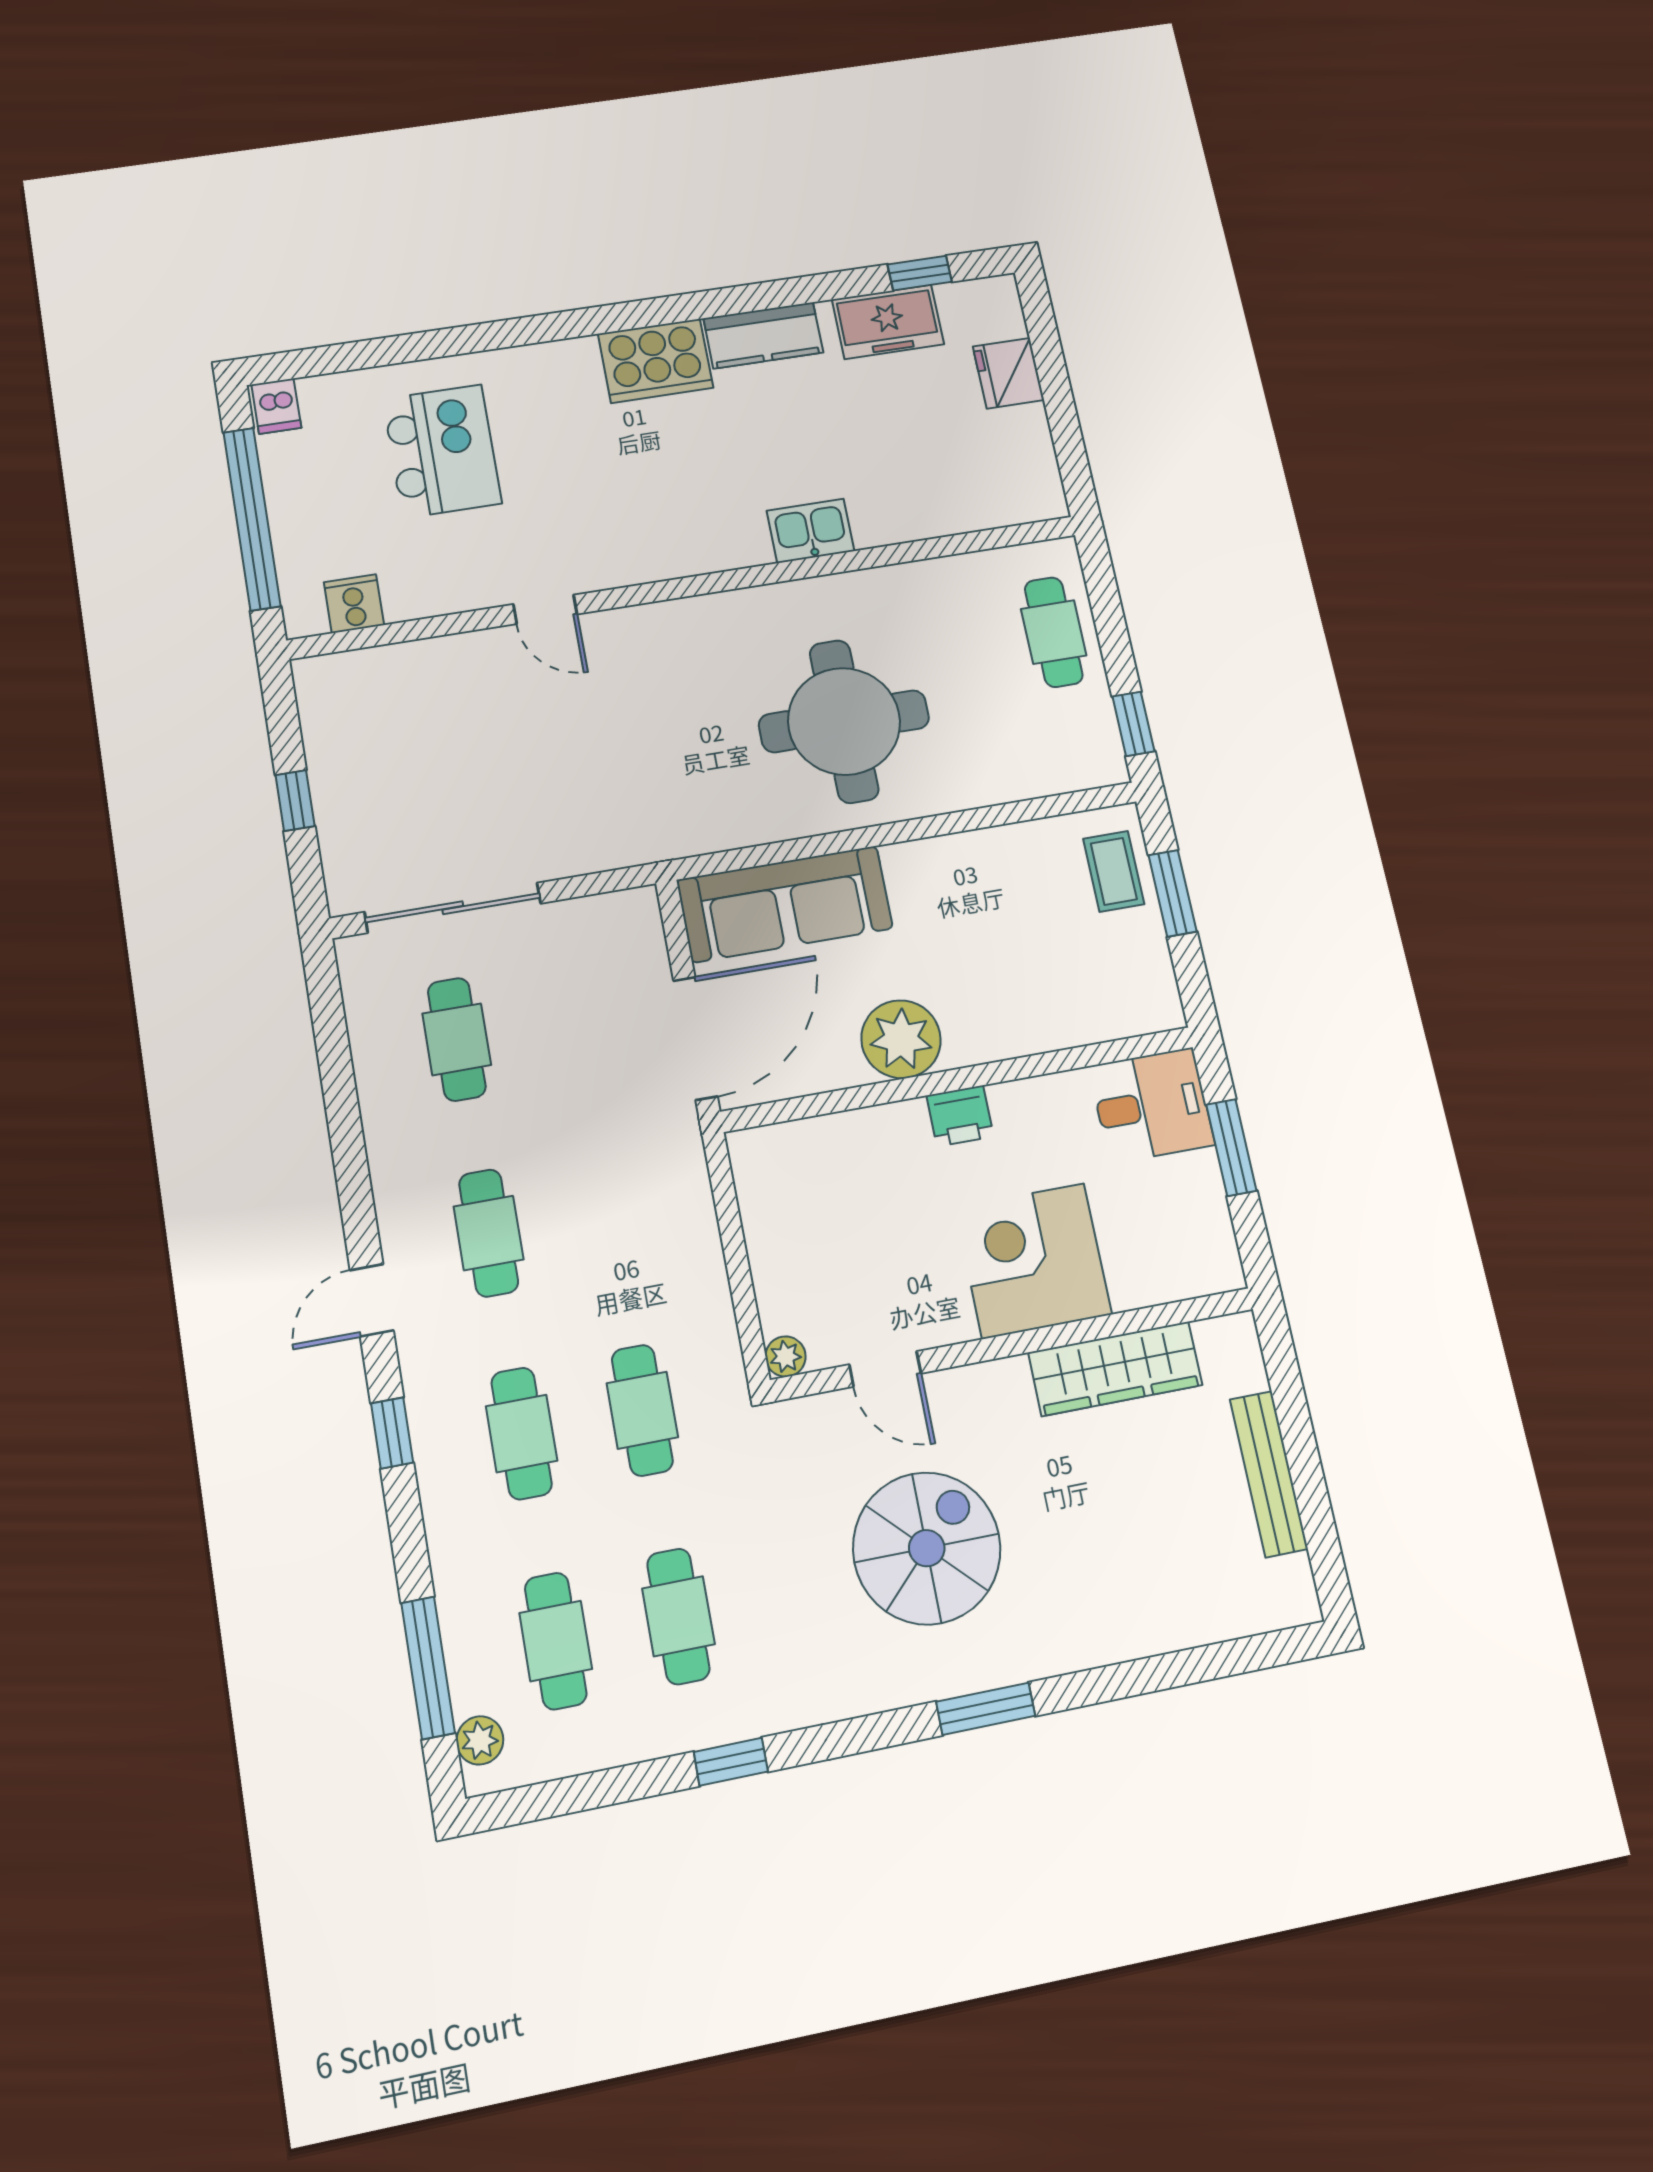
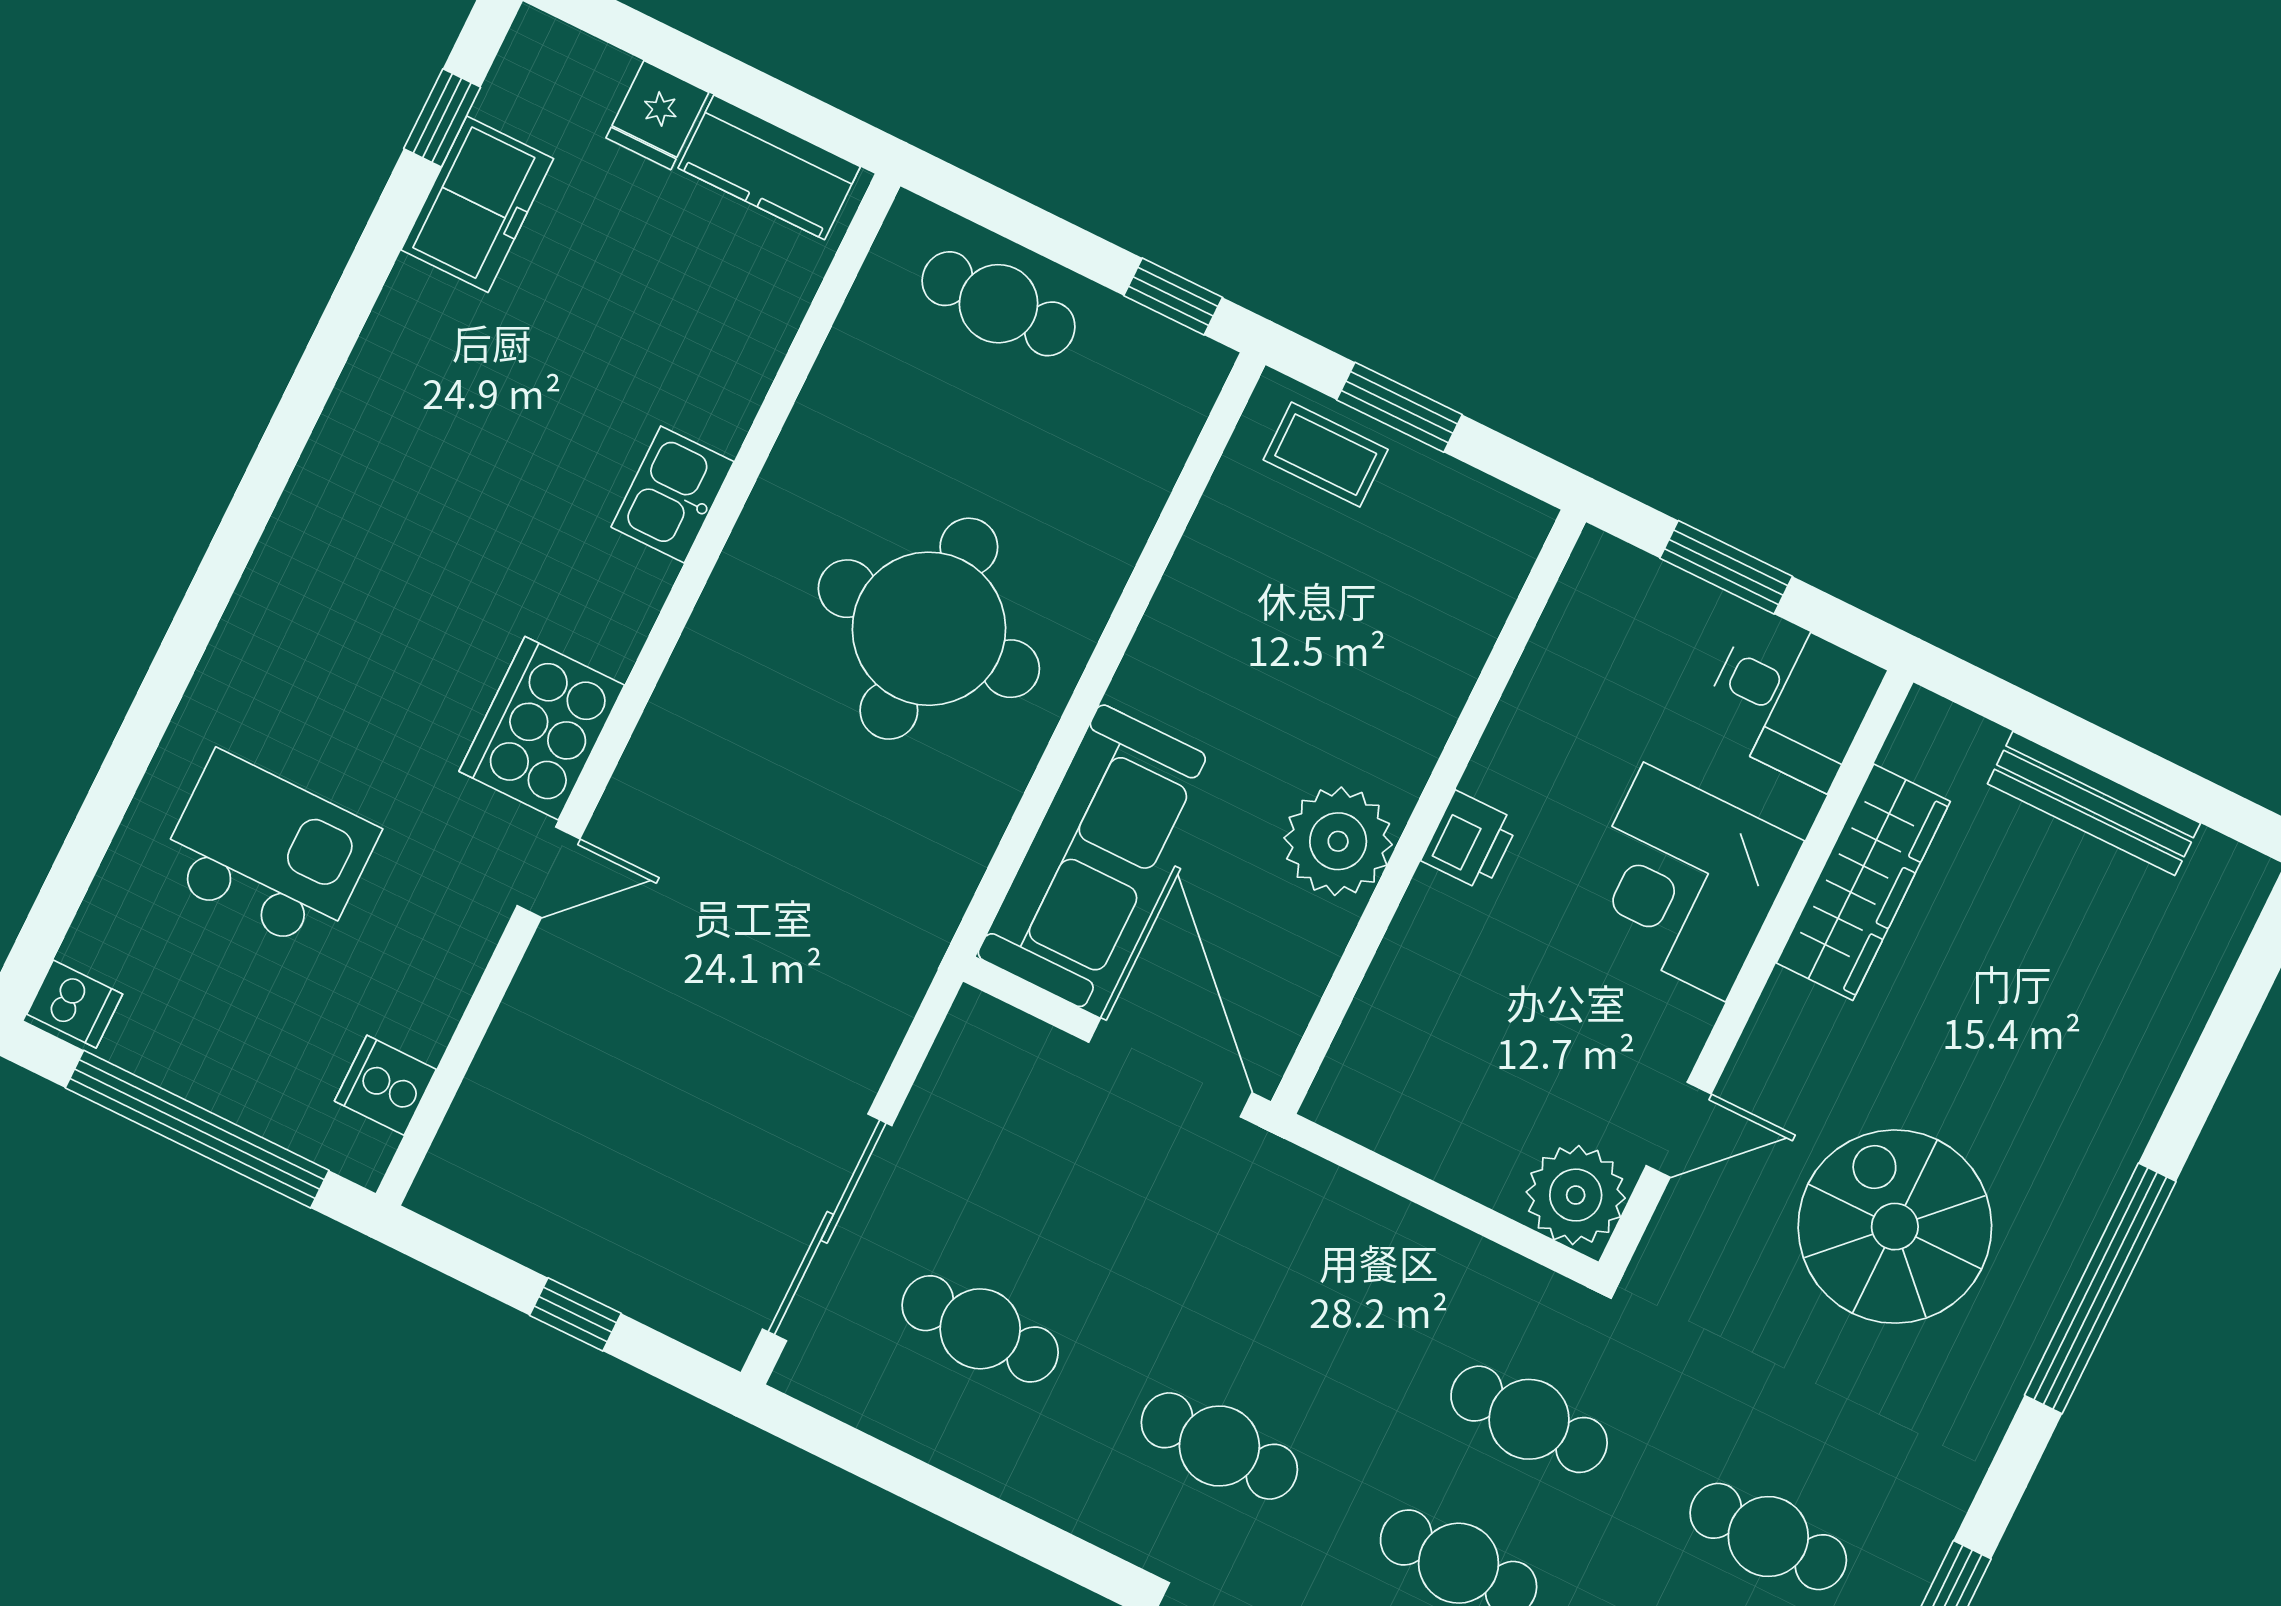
kitchen counter: (763, 335) -> (769, 167), moved, turned 90
cooker: (656, 361) -> (542, 728), moved, turned 180
fridge: (1008, 373) -> (657, 115), width x0.72
desk: (1152, 1106) -> (1791, 699), moved, turned 90
plant: (786, 1357) -> (1576, 1195), width x1.88, depth x1.88
window: (986, 1709) -> (2100, 1288), width x2.11

